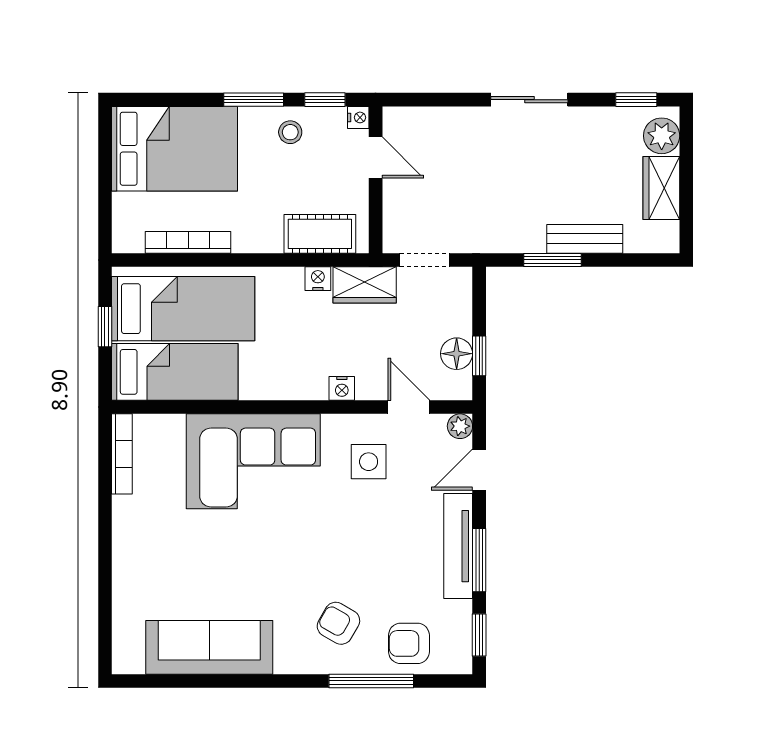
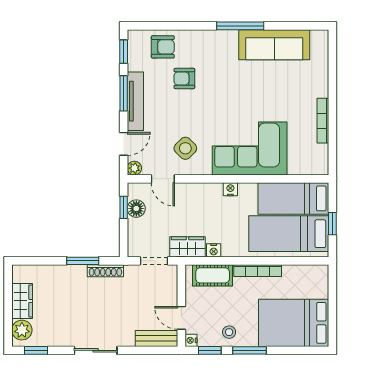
bench: (585, 239) -> (157, 338), moved
bookcase: (188, 242) -> (258, 271), moved
shoe rack: (512, 242) -> (105, 271), added
nightstand: (342, 388) -> (230, 189), moved
bookcase: (122, 454) -> (323, 121), moved
side table: (369, 462) -> (185, 148), turned 45
armchair: (338, 623) -> (184, 78), moved, turned 150
window: (371, 681) -> (240, 26), moved

